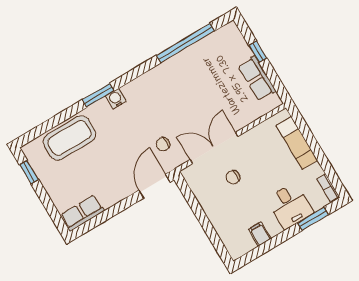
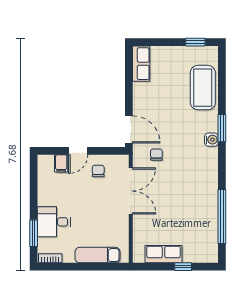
chair: (233, 177) -> (98, 171), moved
door: (206, 223) -> (78, 151), added
filing cabinet: (260, 234) -> (61, 163), moved, turned 90

